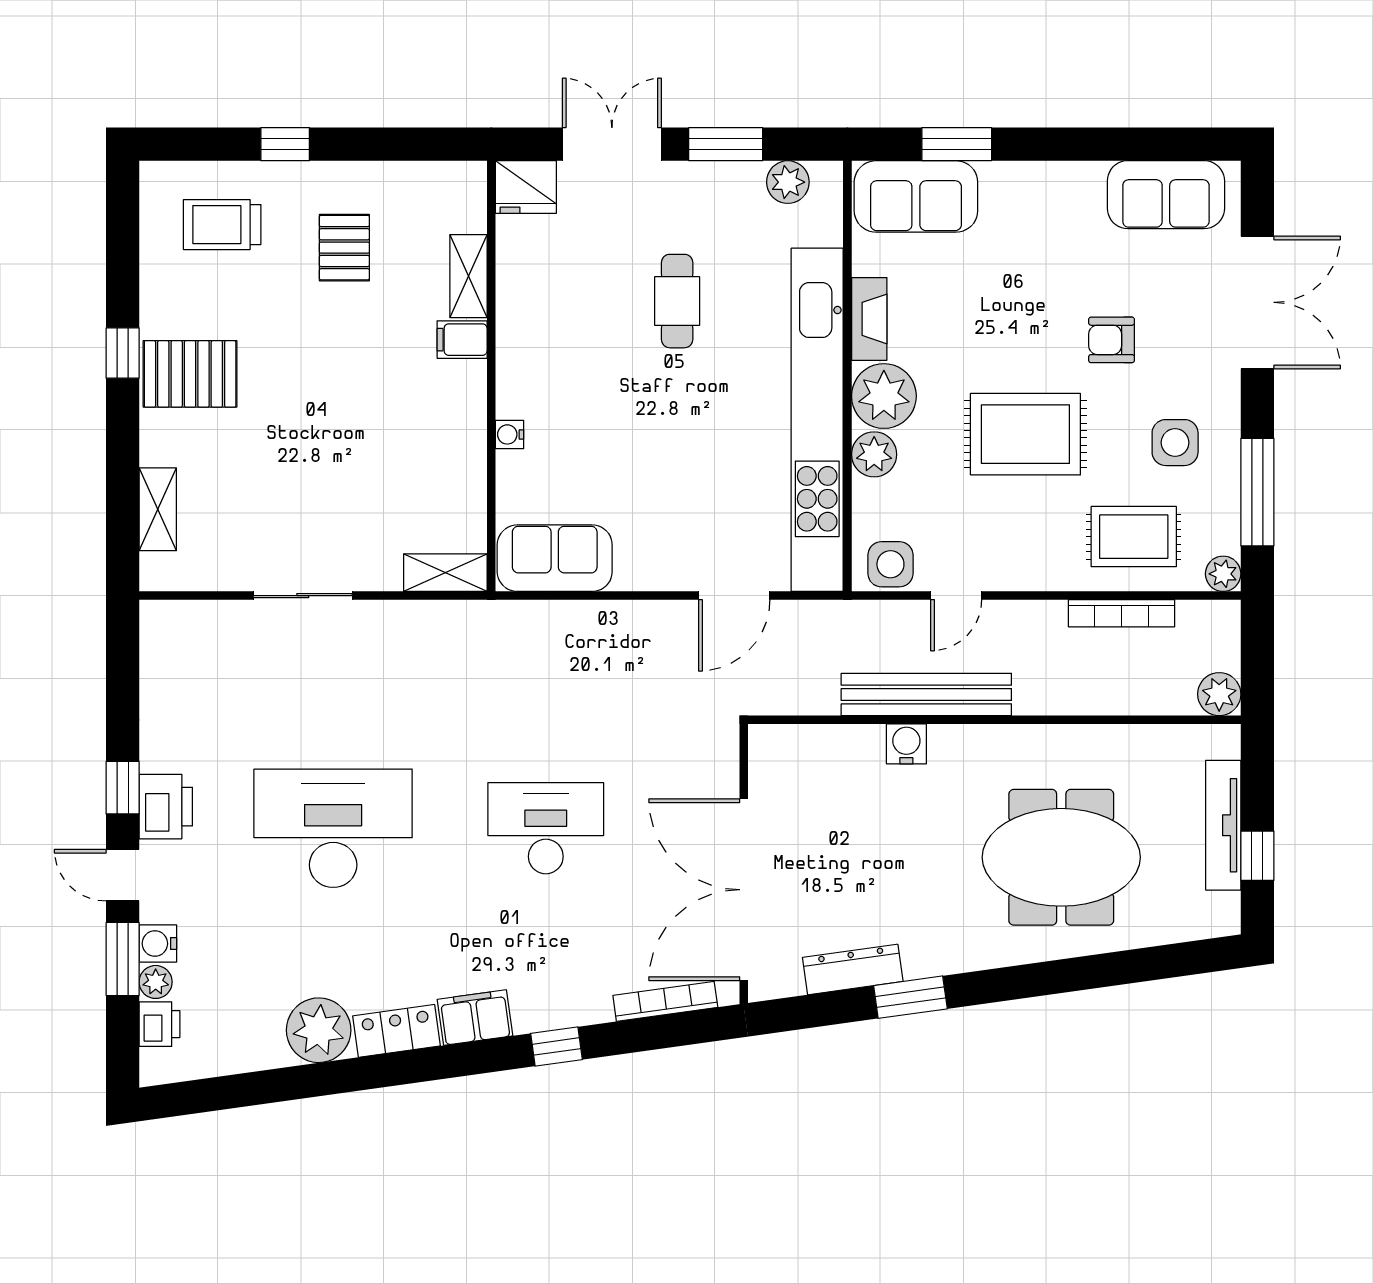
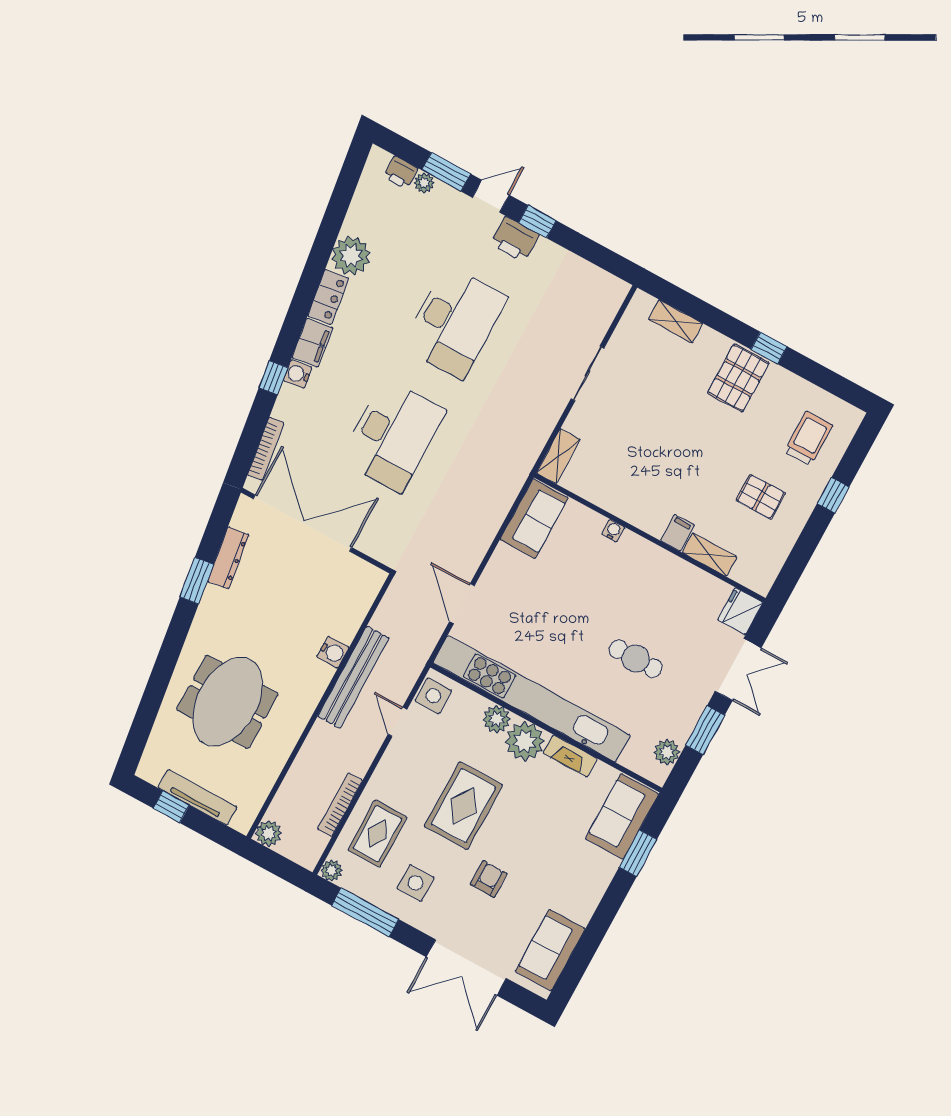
desk: (546, 828) -> (393, 435), width x1.36, depth x1.30
water cooler: (158, 944) -> (298, 374), moved, turned -98

